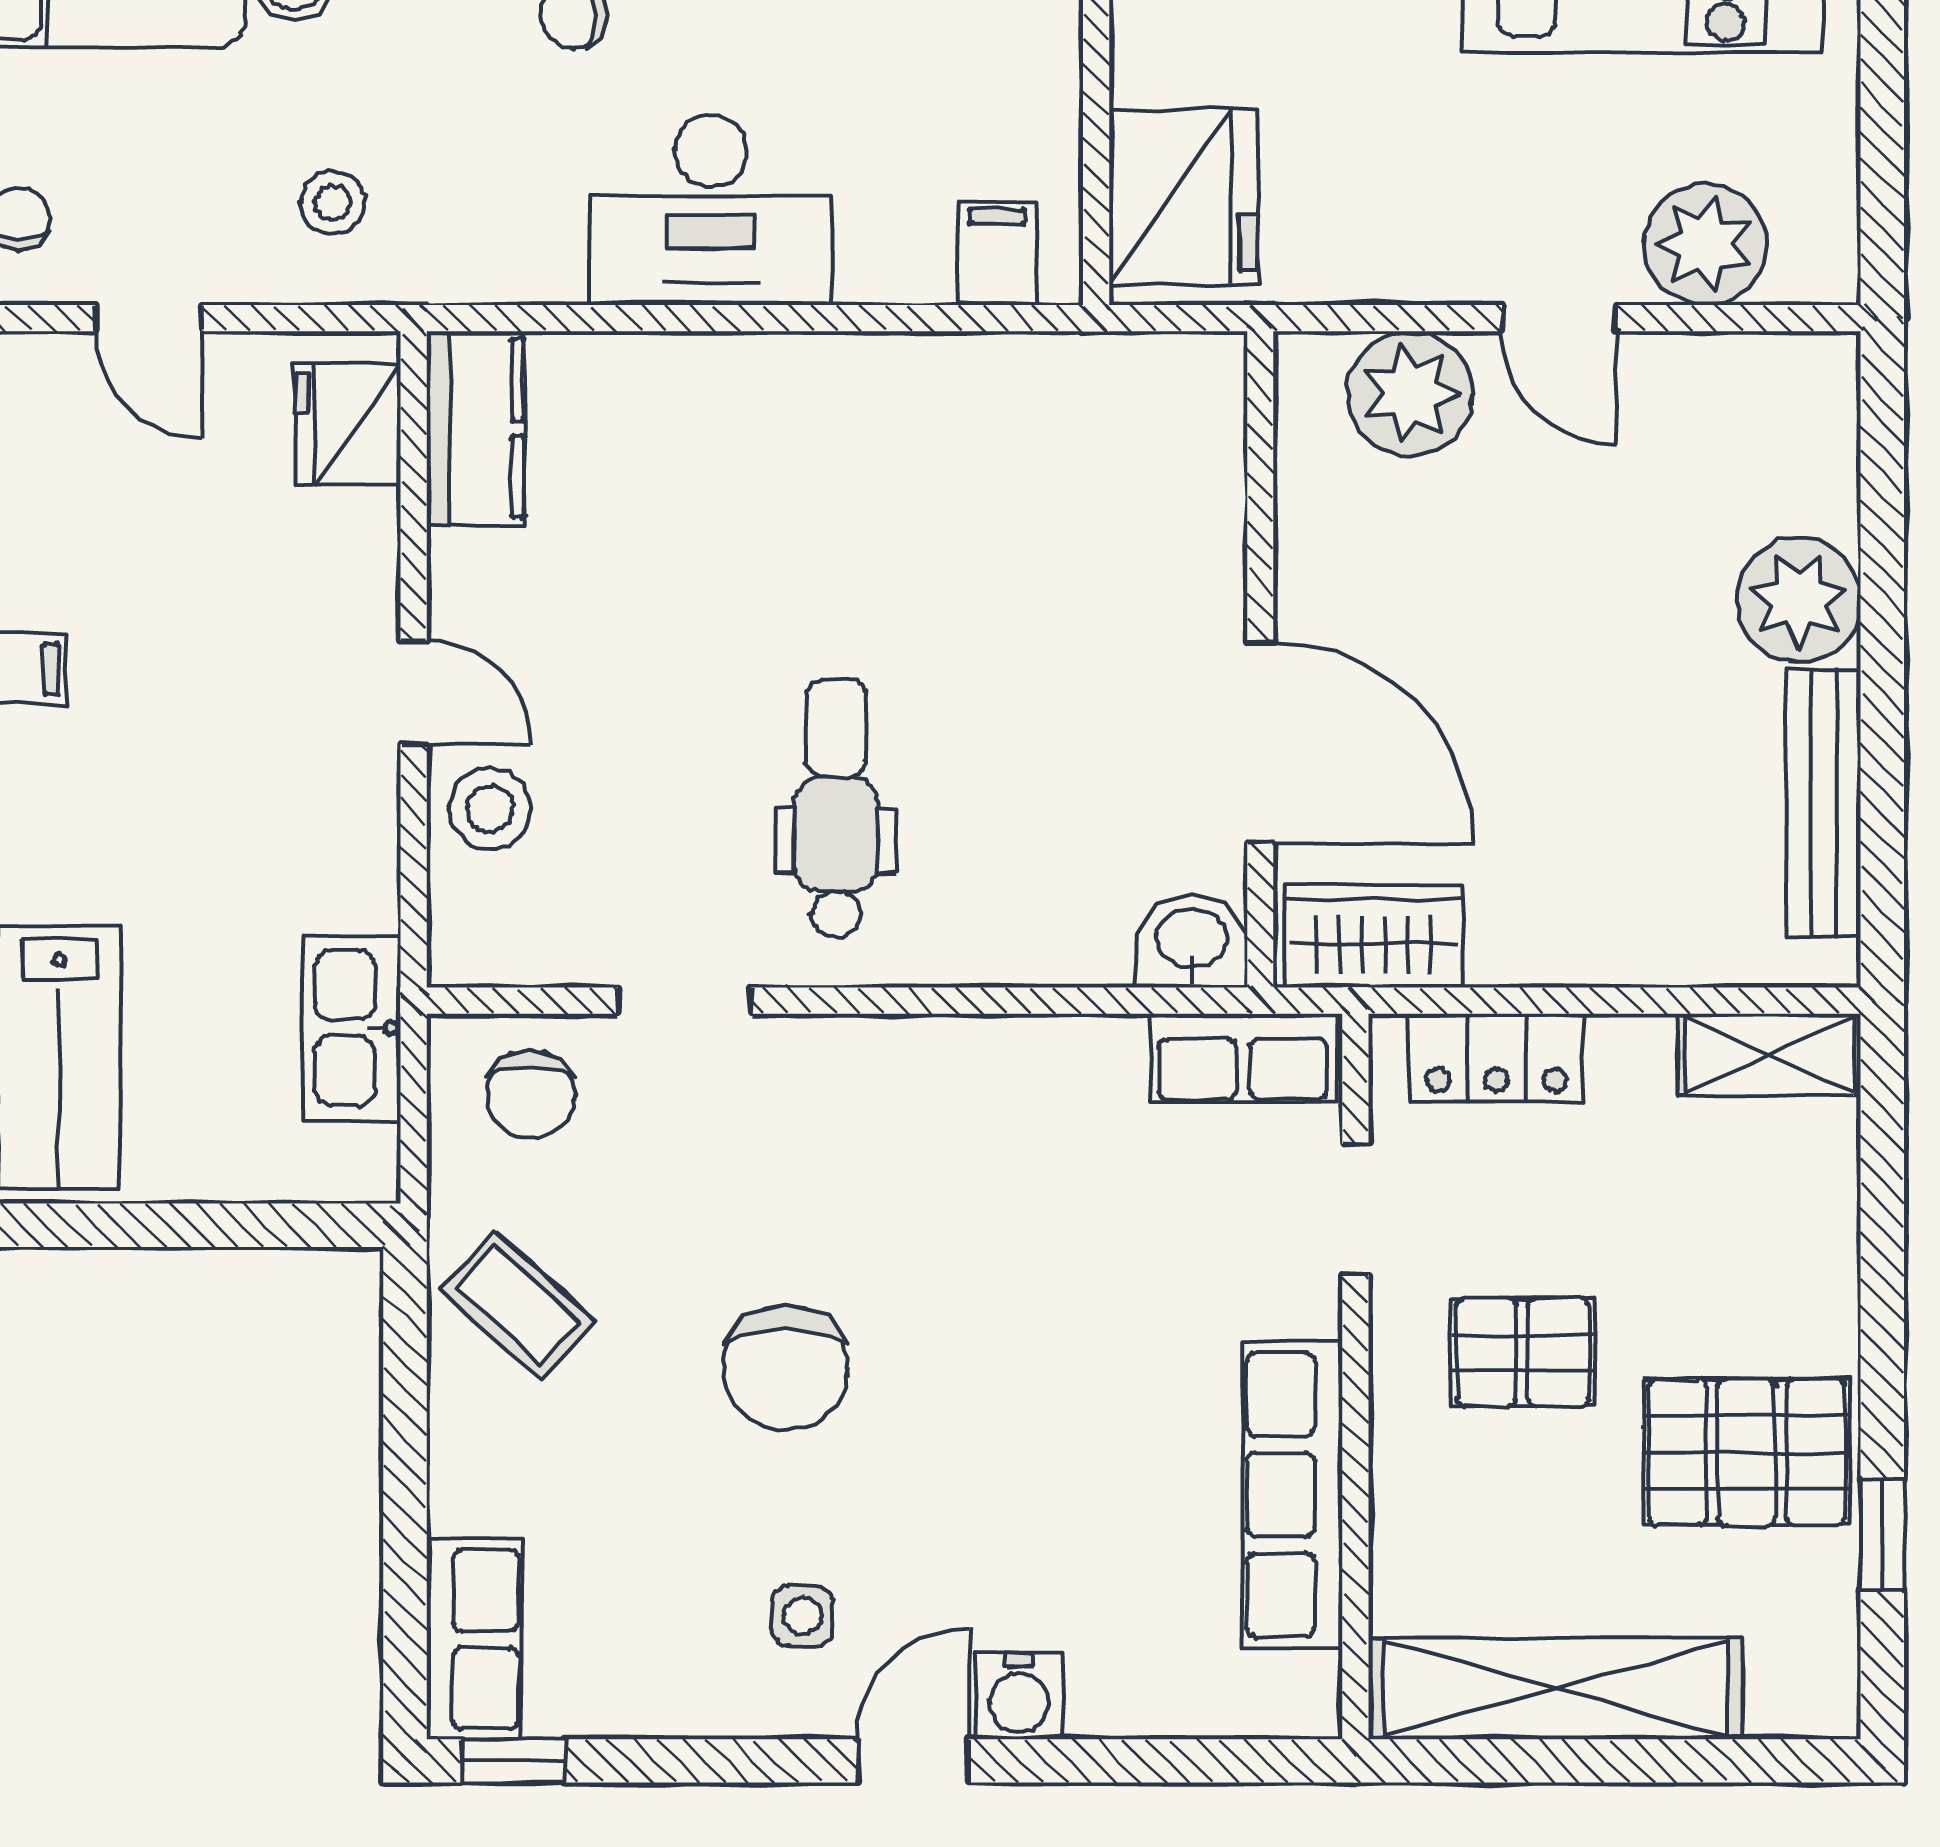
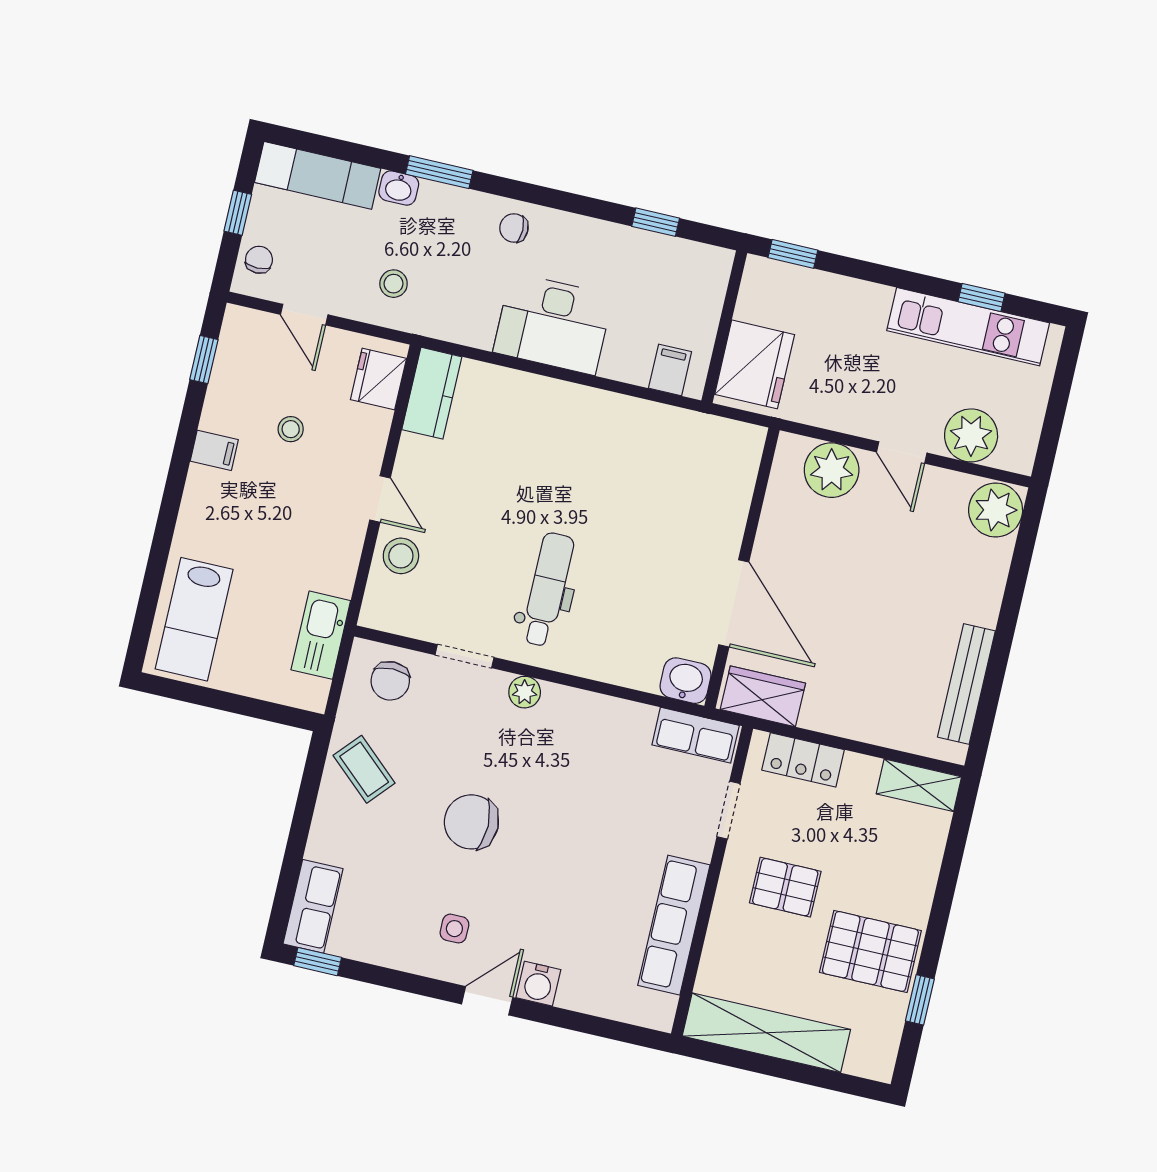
stool: (177, 582) -> (291, 429), added
plant: (1799, 600) -> (996, 510), moved
plant: (838, 1050) -> (525, 692), added
chair: (786, 1368) -> (471, 822), turned 90

